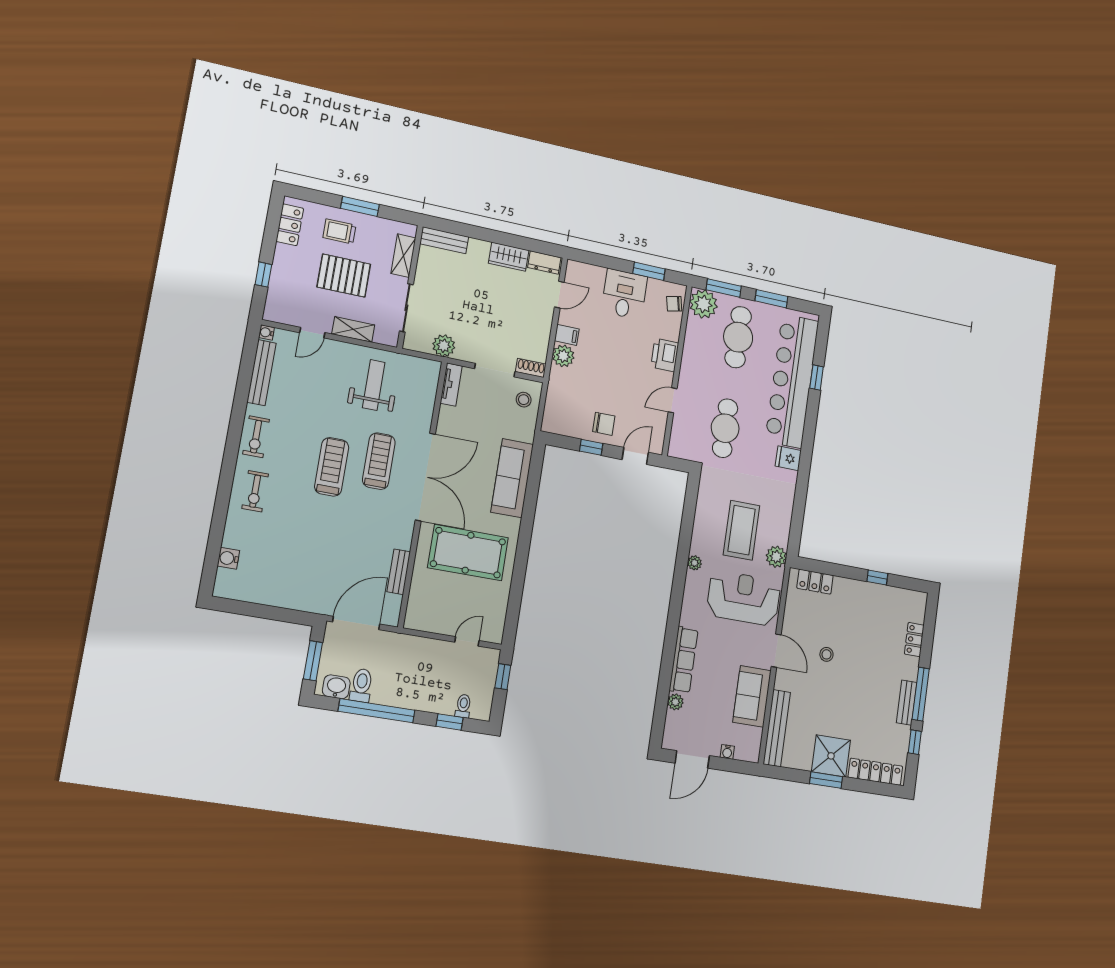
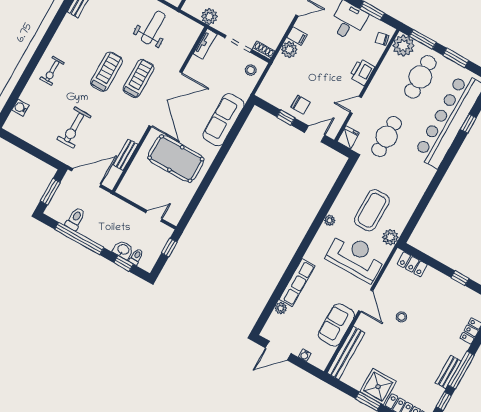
exercise bike: (256, 437) -> (74, 128), moved, width x1.38, depth x1.39
fridge: (788, 458) -> (348, 137), moved, turned 90
washbasin: (336, 687) -> (123, 250), moved

